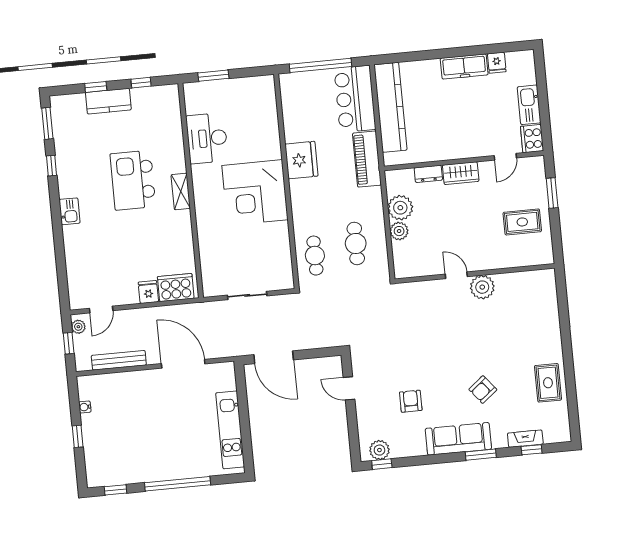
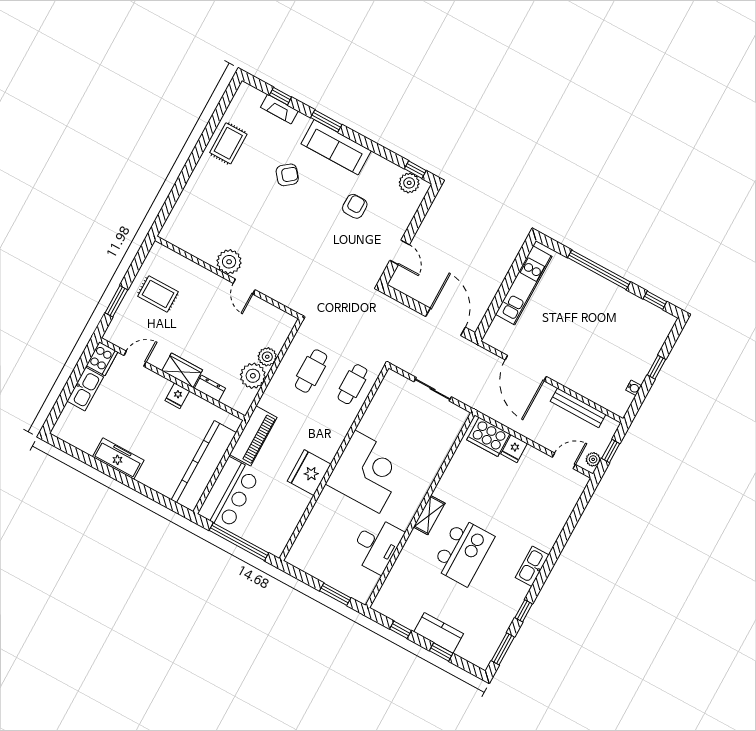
fridge: (497, 63) -> (177, 396), moved, turned 180
kitchen sink: (70, 211) -> (532, 566), width x1.38
armchair: (411, 401) -> (355, 206), turned 180

